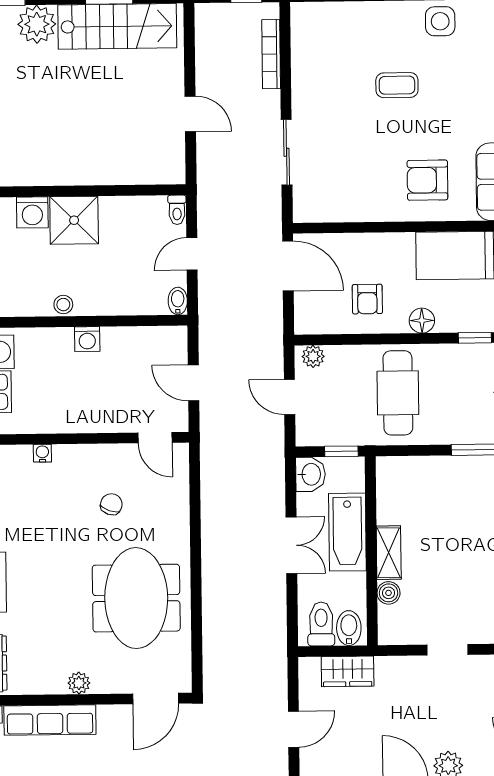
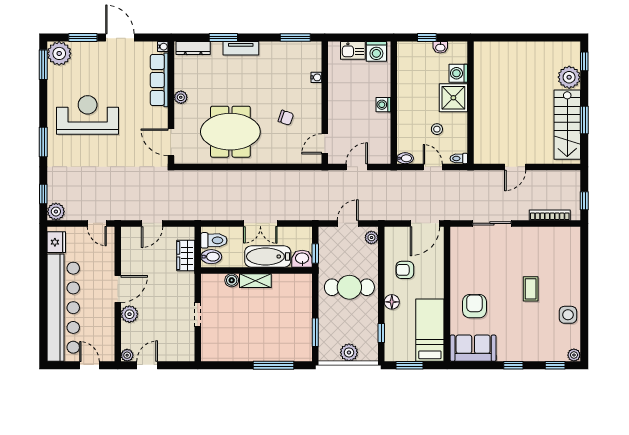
stool: (63, 305) -> (437, 129), moved
washbasin: (310, 474) -> (302, 259), moved, turned 180
door: (294, 729) -> (152, 223), hinge flipped

